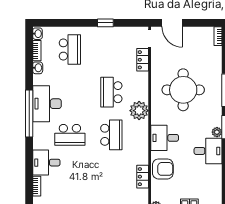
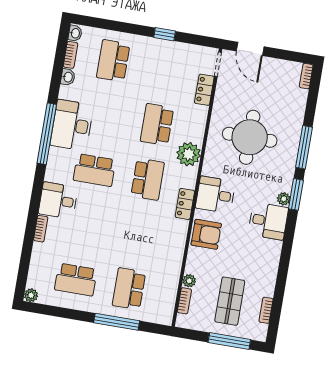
school desk: (70, 49) -> (113, 61), turned 180
locker: (143, 177) -> (185, 204), moved

